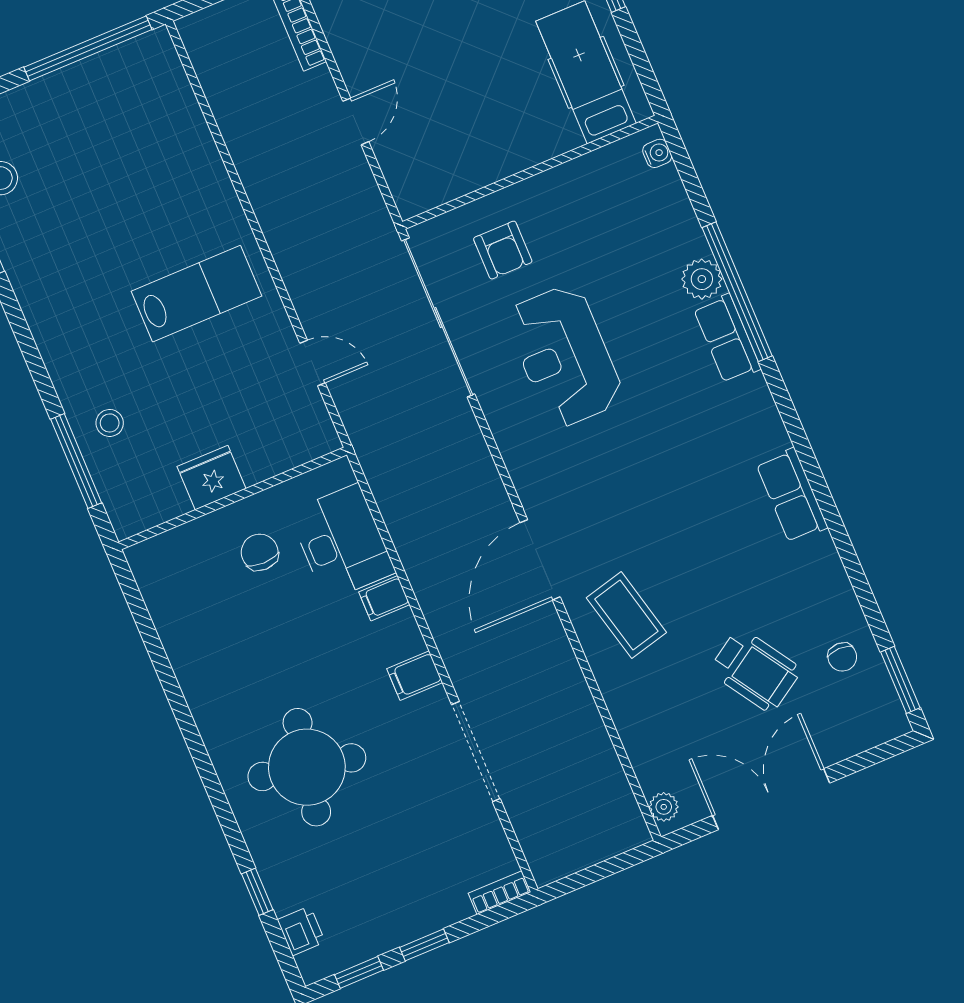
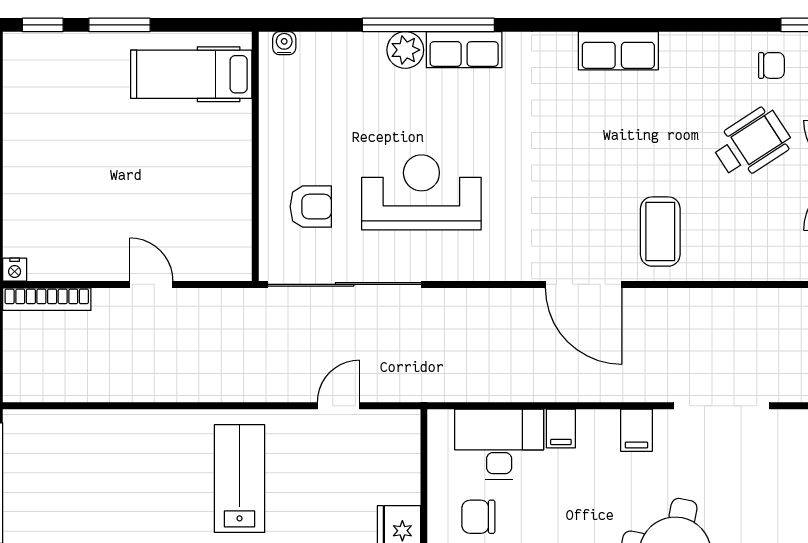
reception desk: (564, 356) -> (421, 192), turned 180
coffee table: (626, 615) -> (660, 232), turned -76

